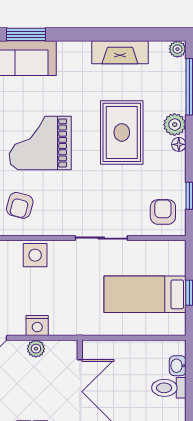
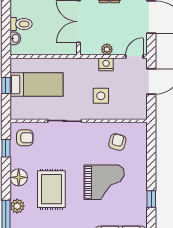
plant: (175, 125) -> (17, 206), moved
floor lamp: (179, 144) -> (19, 177), width x1.89, depth x1.89
armchair: (163, 212) -> (25, 138), turned -90
side table: (35, 255) -> (101, 96), moved

